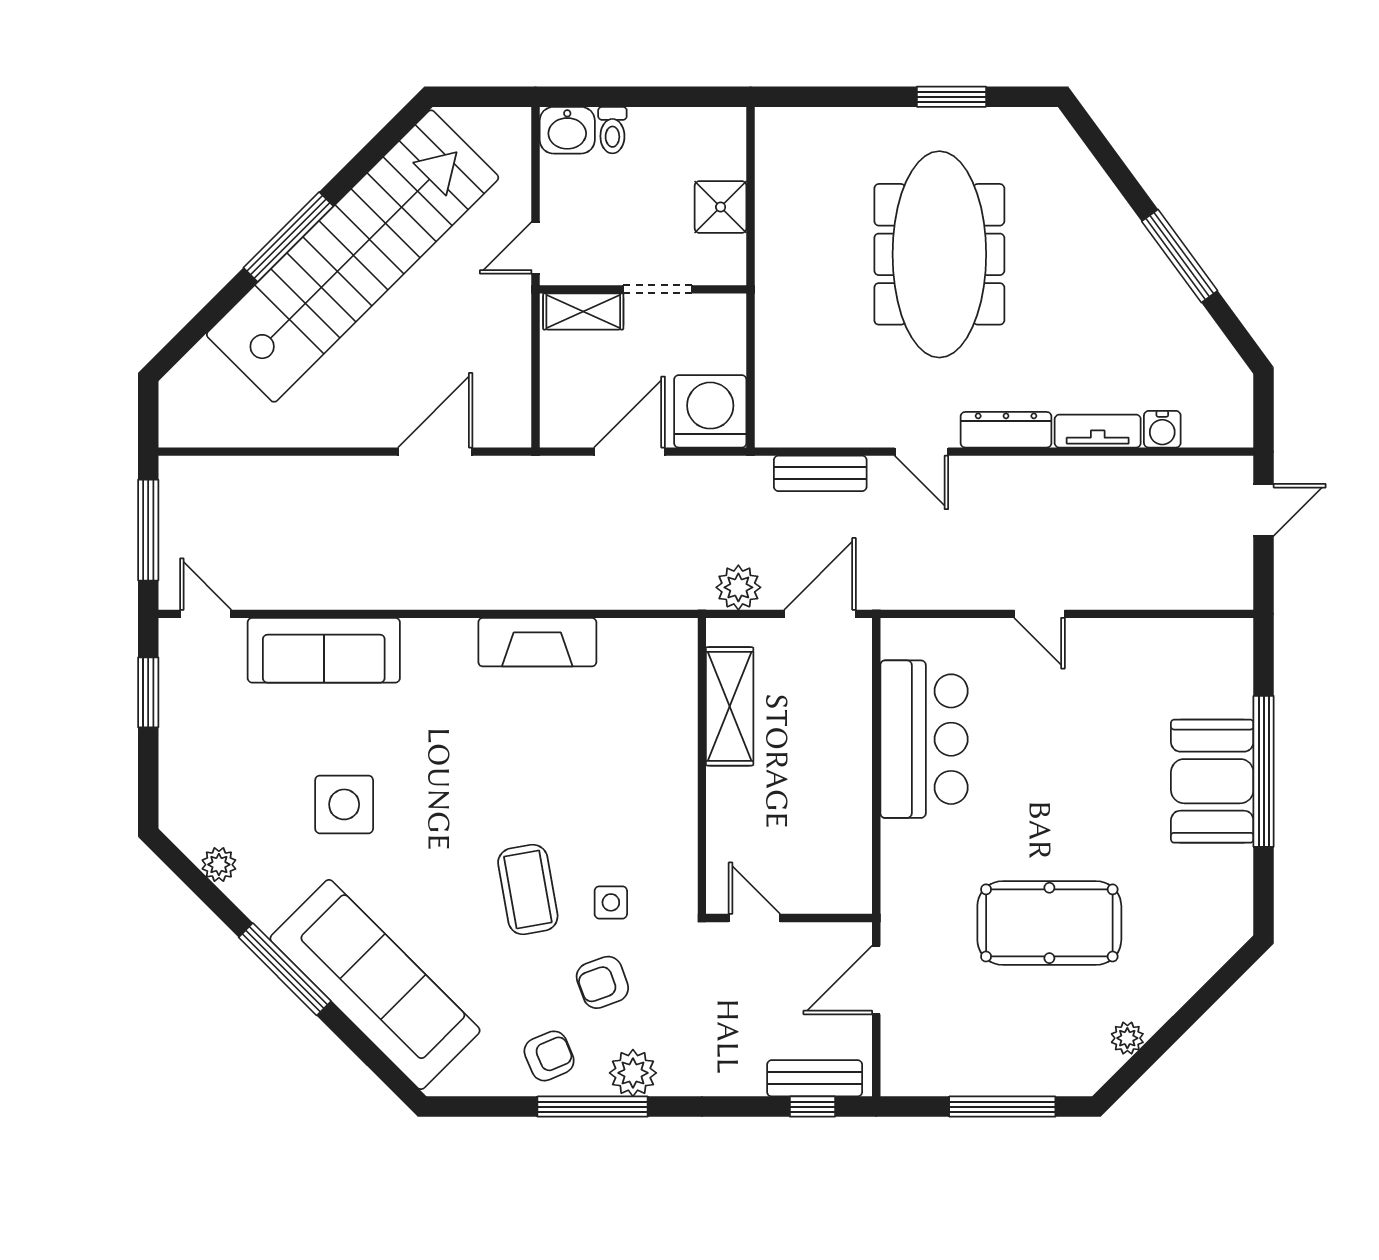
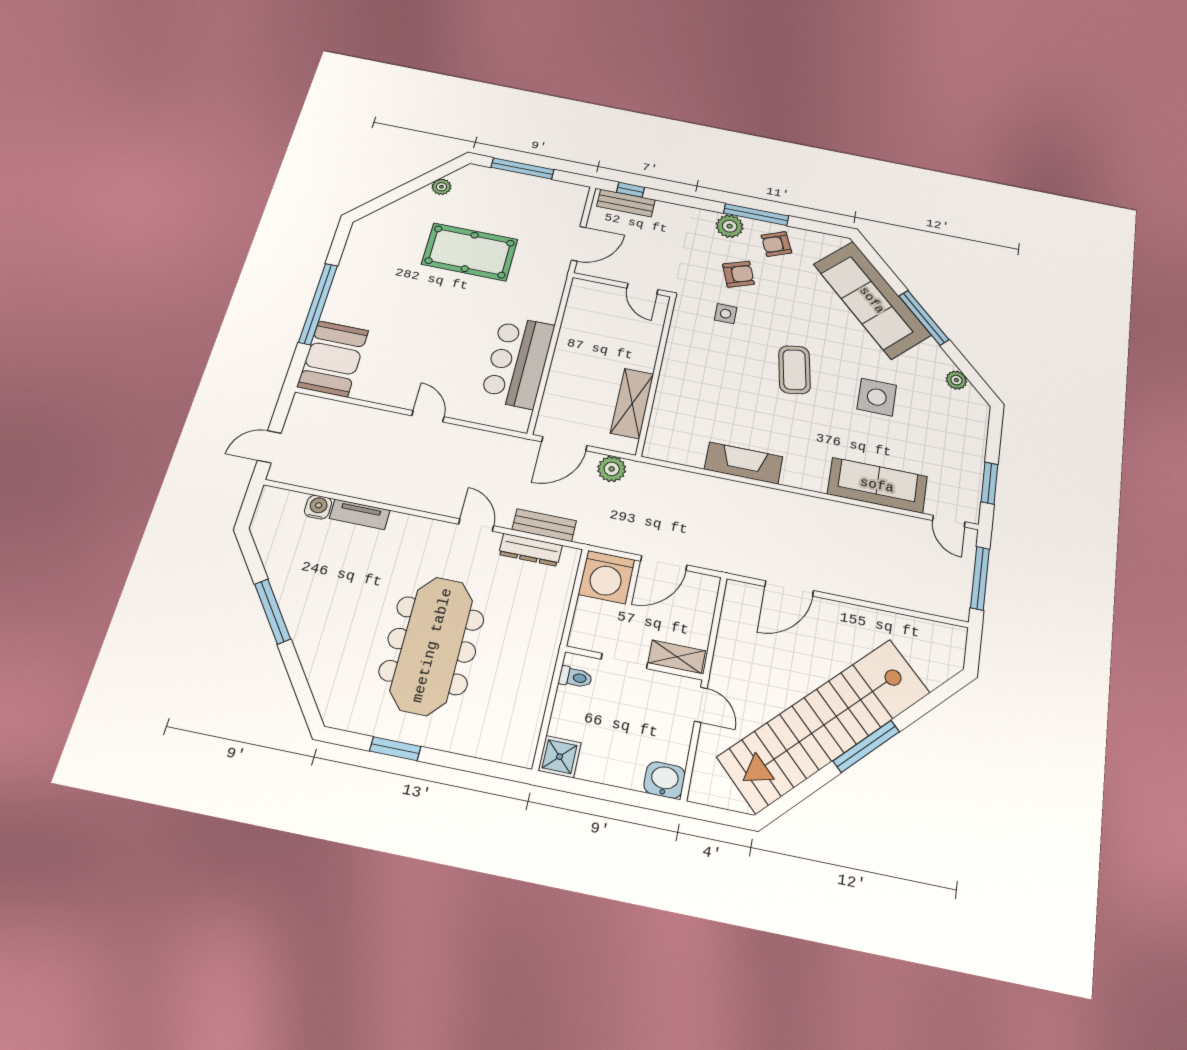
toilet: (612, 130) -> (575, 677), moved, turned 90
shower: (721, 207) -> (560, 757), moved
door: (536, 248) -> (701, 705), hinge flipped
dresser: (1006, 430) -> (530, 550), moved
booth: (1212, 781) -> (333, 359), moved
coffee table: (528, 890) -> (794, 370), moved

